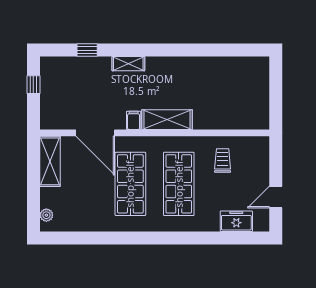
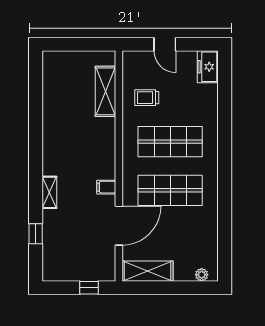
window: (33, 85) -> (89, 288), moved
shelving: (167, 120) -> (106, 91), moved
door: (276, 197) -> (165, 44), moved
freezer: (236, 221) -> (208, 67), moved

